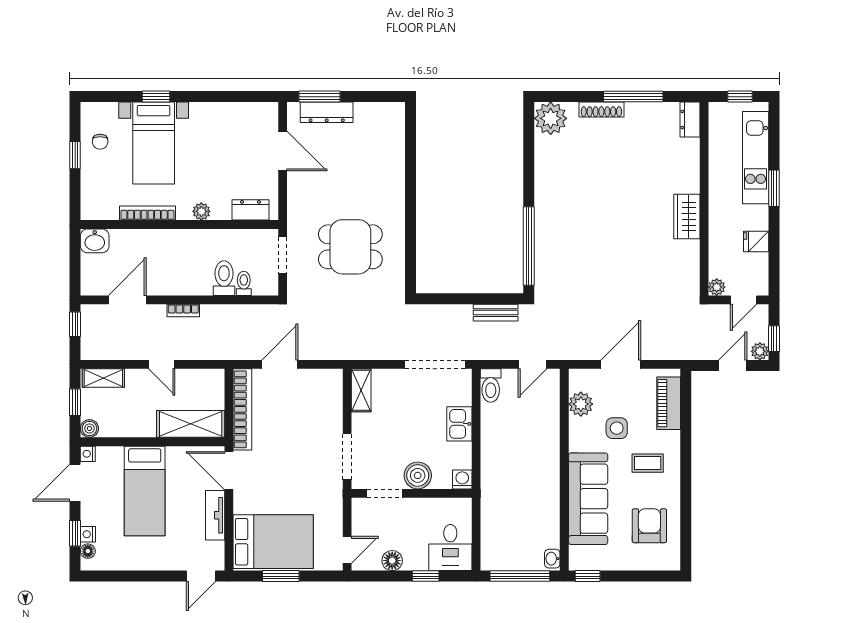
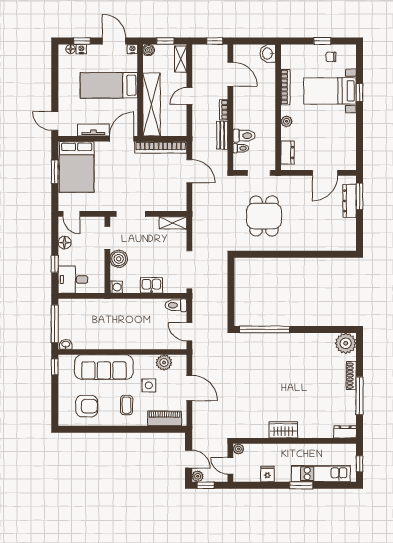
bench: (496, 313) -> (222, 135), moved
shelving: (191, 424) -> (151, 104), width x1.47

